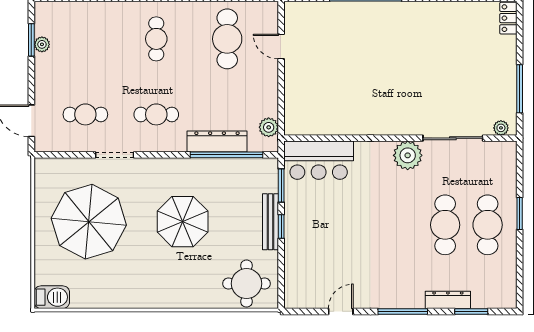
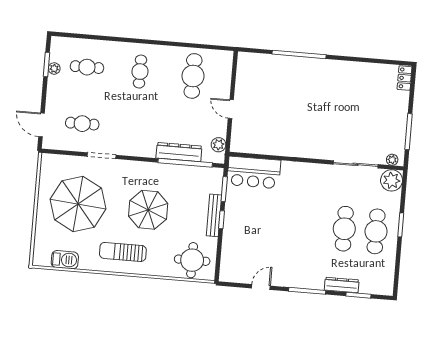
door: (281, 47) -> (231, 109), moved
cafe table: (156, 114) -> (87, 67), moved
plant: (408, 155) -> (392, 180), moved
sun lounger: (154, 280) -> (123, 252), added
barbecue: (52, 297) -> (65, 260), moved

